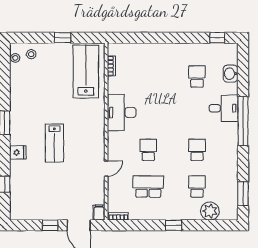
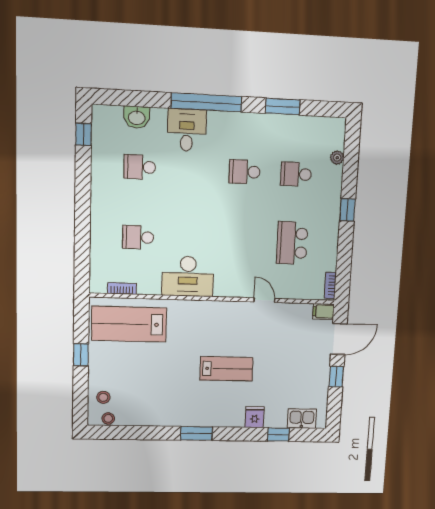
school desk: (148, 150) -> (138, 237), moved
fridge: (18, 152) -> (255, 417), moved
window: (243, 194) -> (283, 106), moved
kitchen sink: (17, 201) -> (302, 419), added
plant: (210, 211) -> (337, 158), width x0.53, depth x0.53

